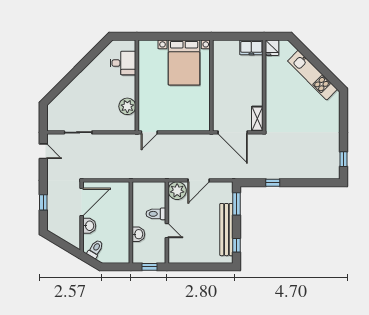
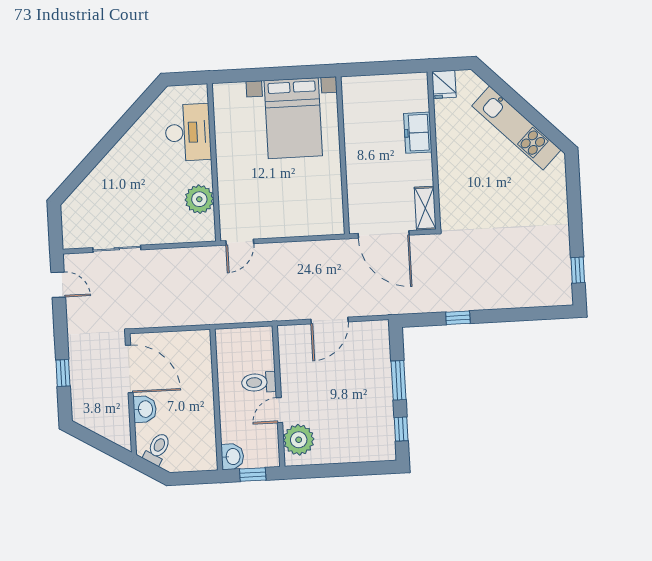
freezer: (251, 47) -> (418, 133), moved, turned 90
desk: (123, 63) -> (188, 132), width x1.37
plant: (177, 191) -> (299, 440), moved
door: (82, 202) -> (129, 369), hinge flipped
window: (237, 204) -> (398, 380), moved
bench: (226, 230) -> (382, 403), removed
door: (167, 231) -> (279, 410), swing flipped
washbasin: (138, 234) -> (232, 457), moved

